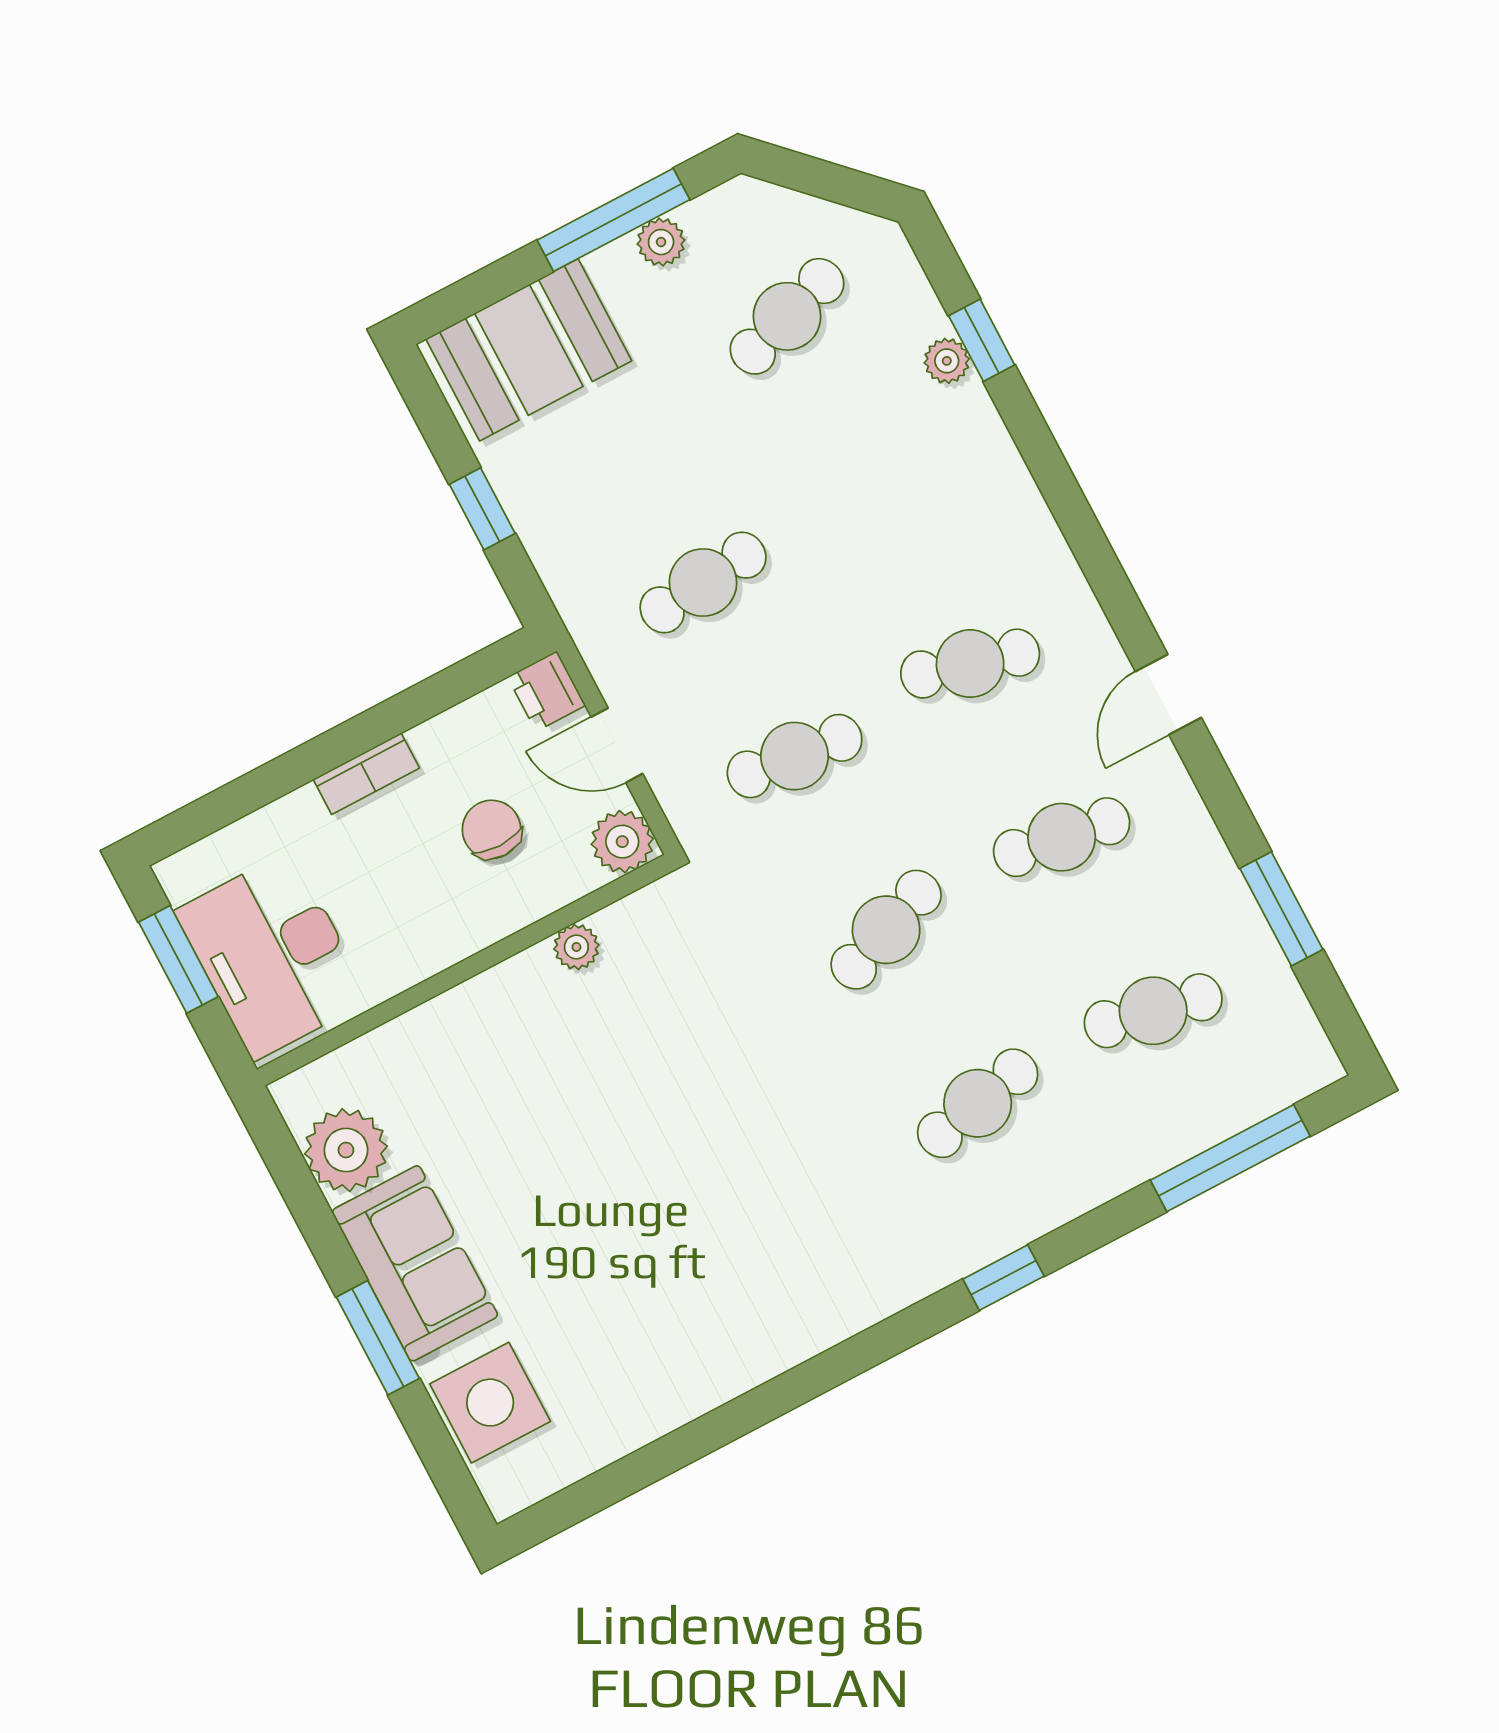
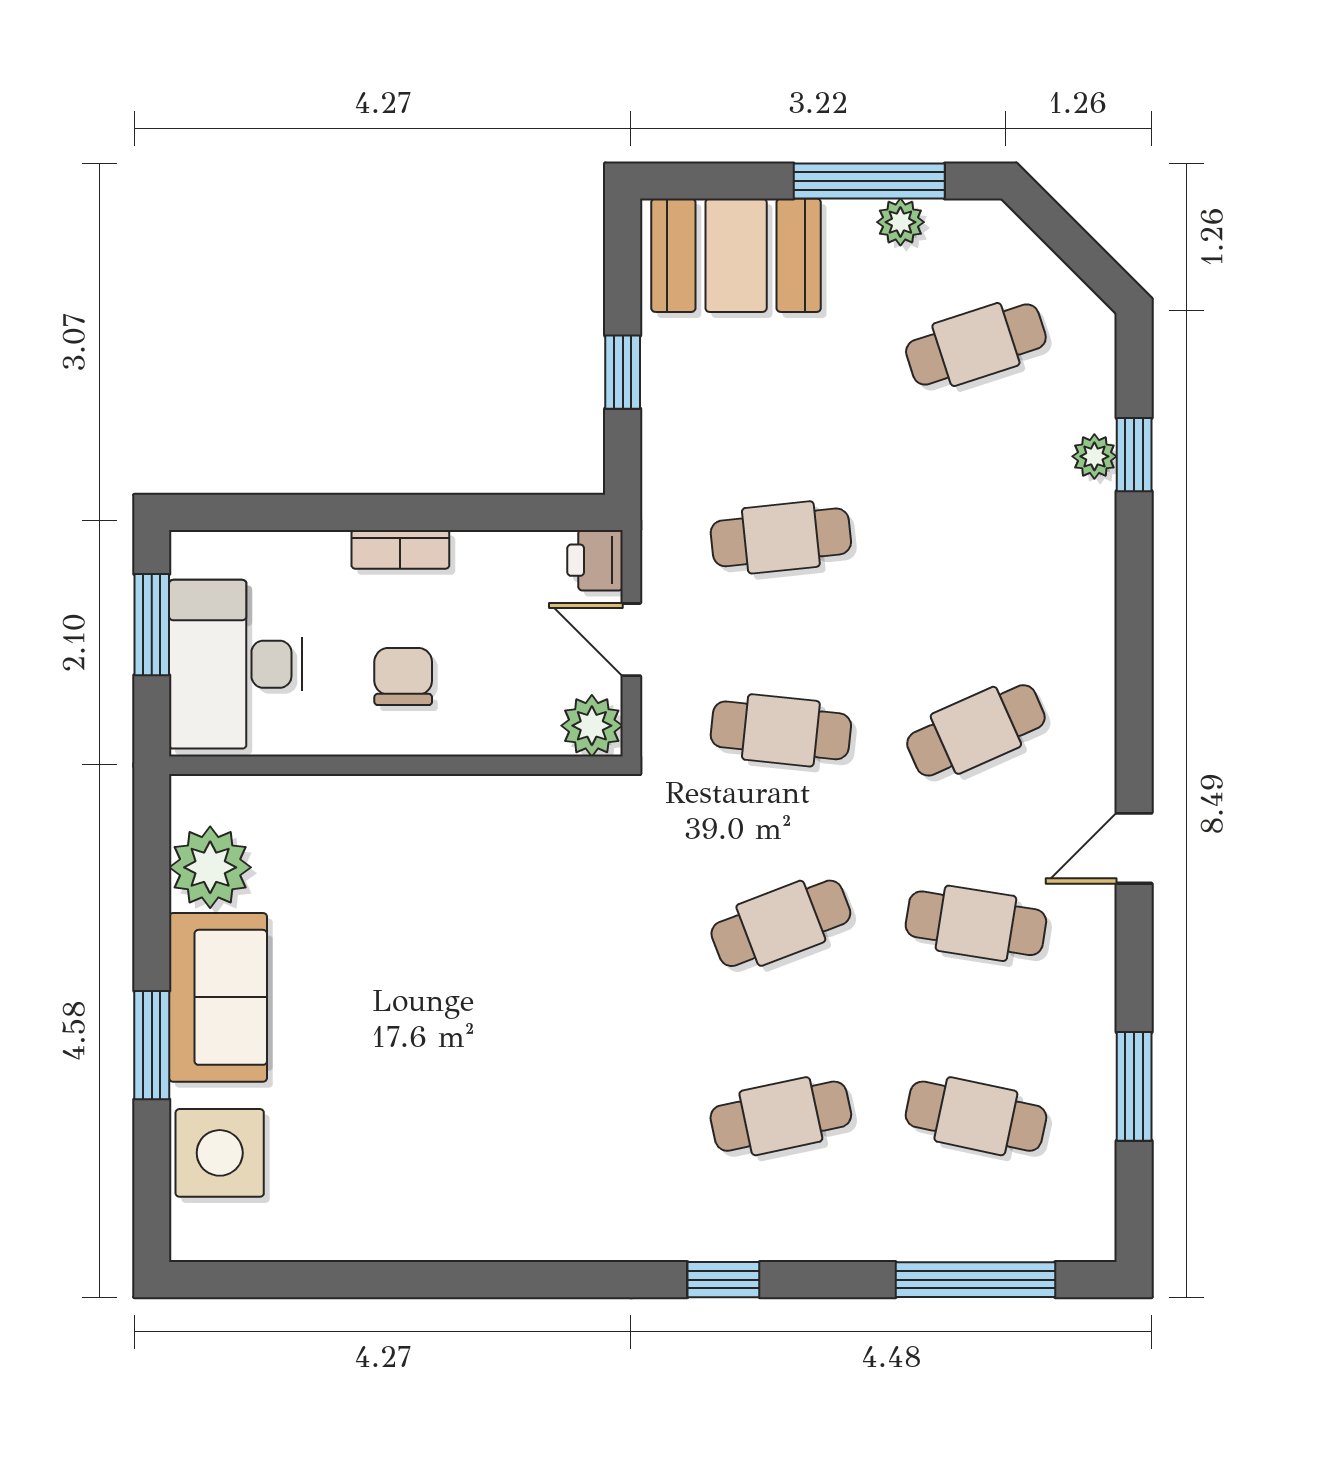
cafe table: (970, 664) -> (976, 730), turned -39
chair: (492, 829) -> (403, 676), moved
plant: (576, 947) -> (504, 796), removed

